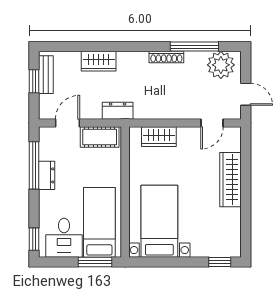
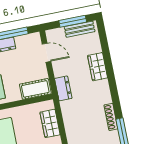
window: (34, 81) -> (73, 21), width x1.50
cot: (100, 137) -> (35, 89), moved, turned 90

